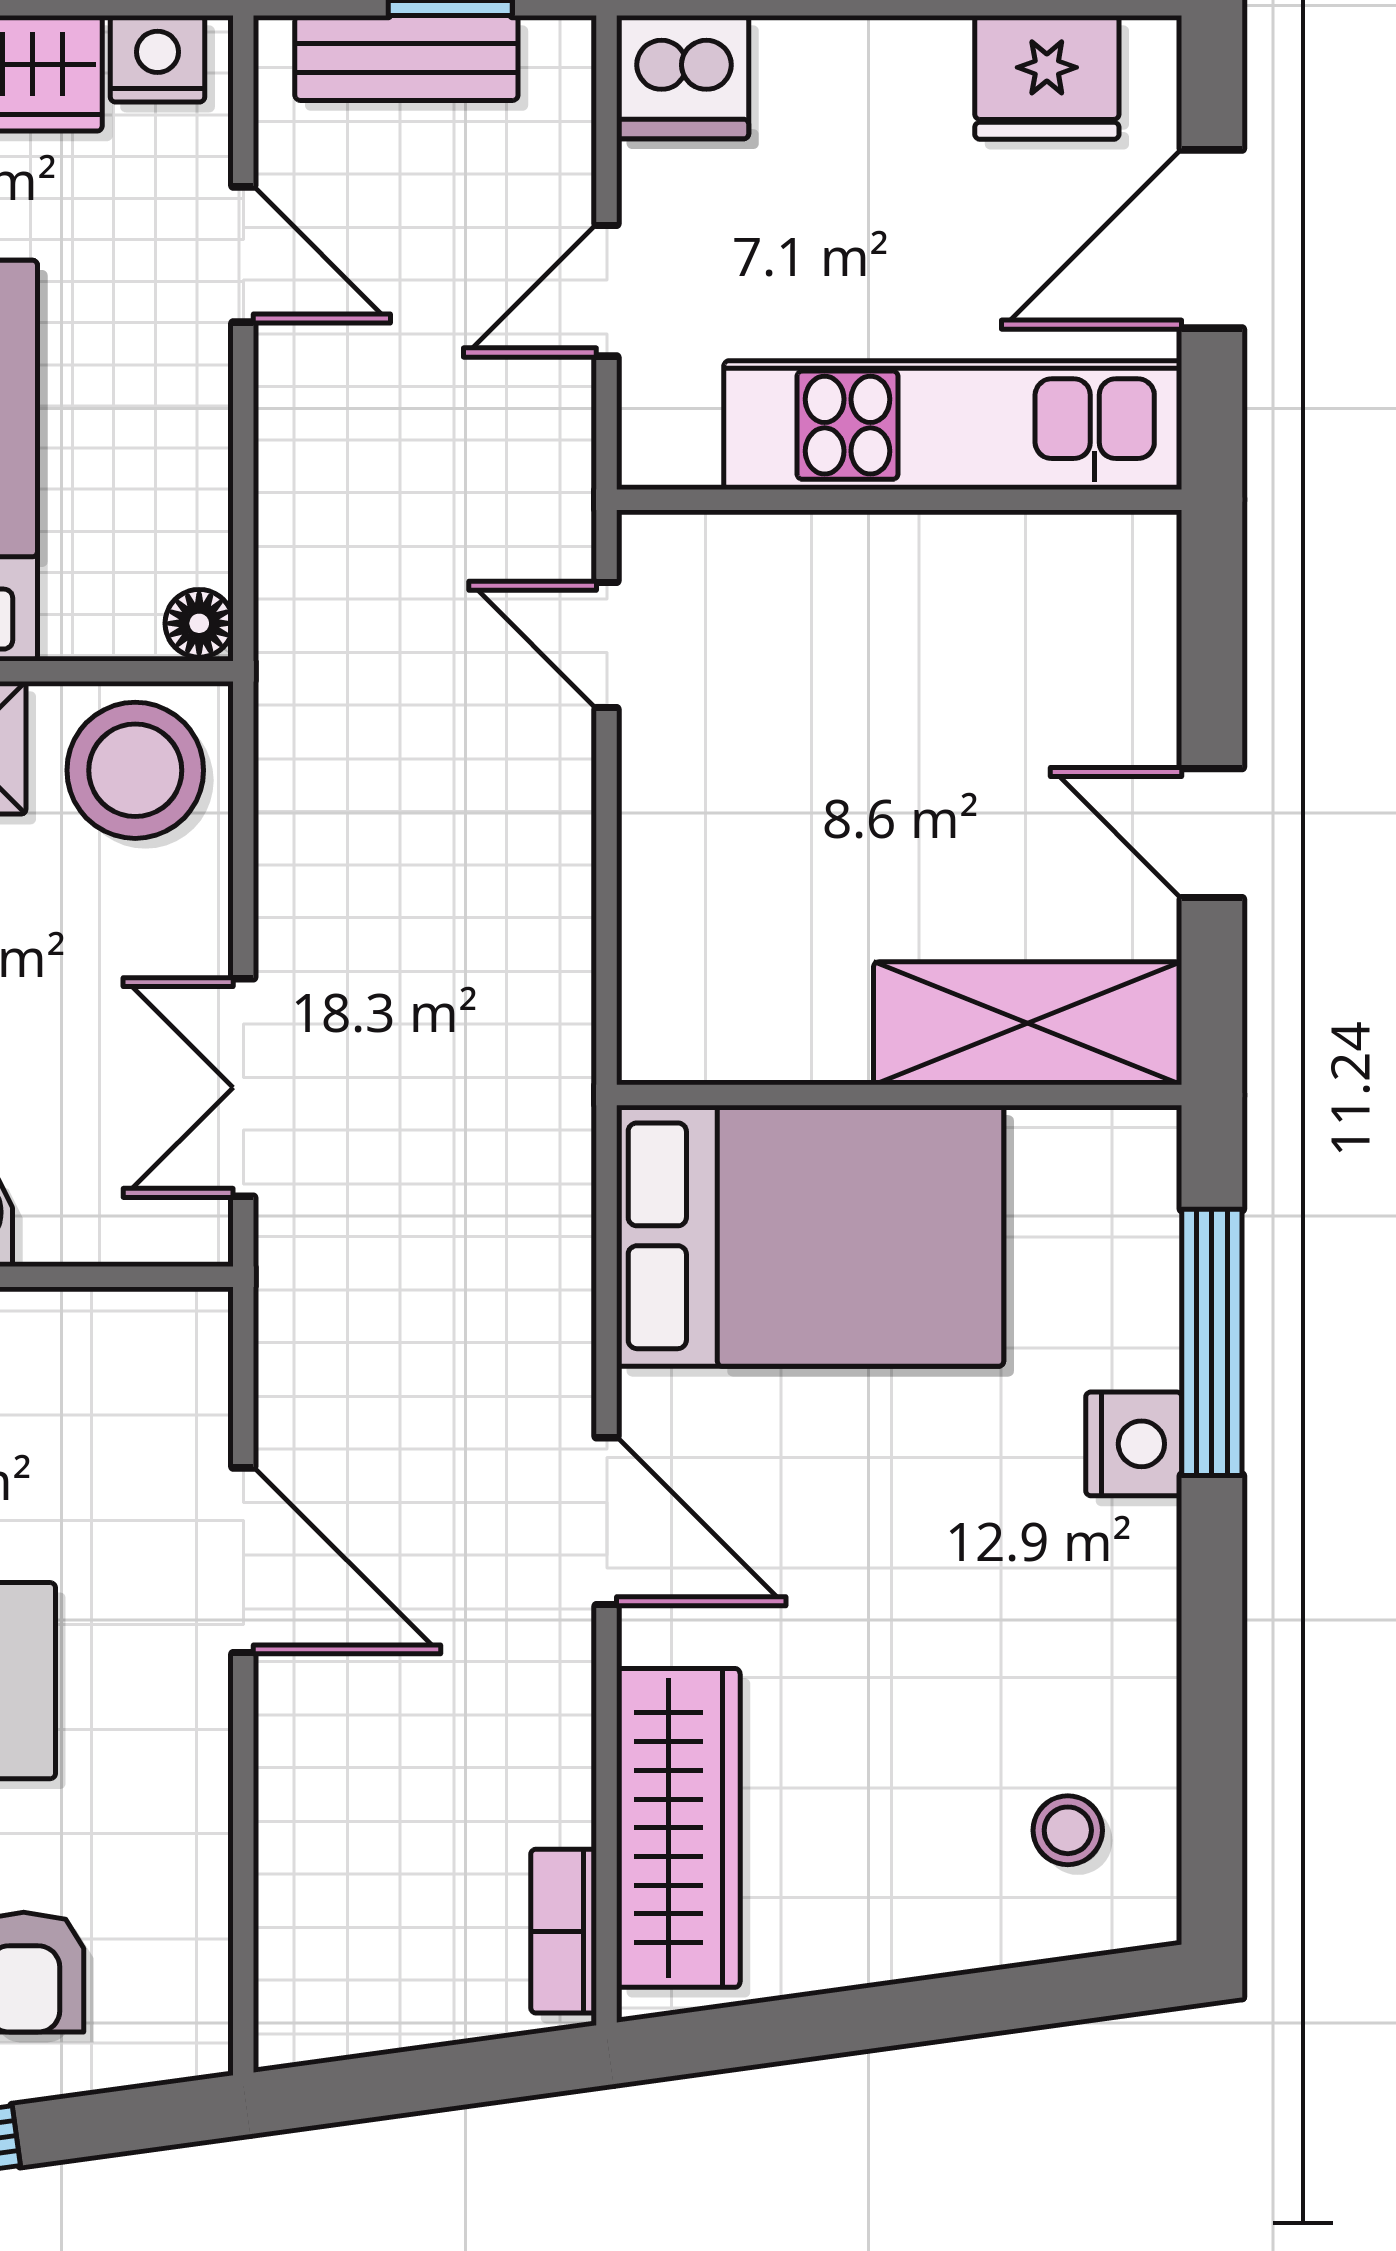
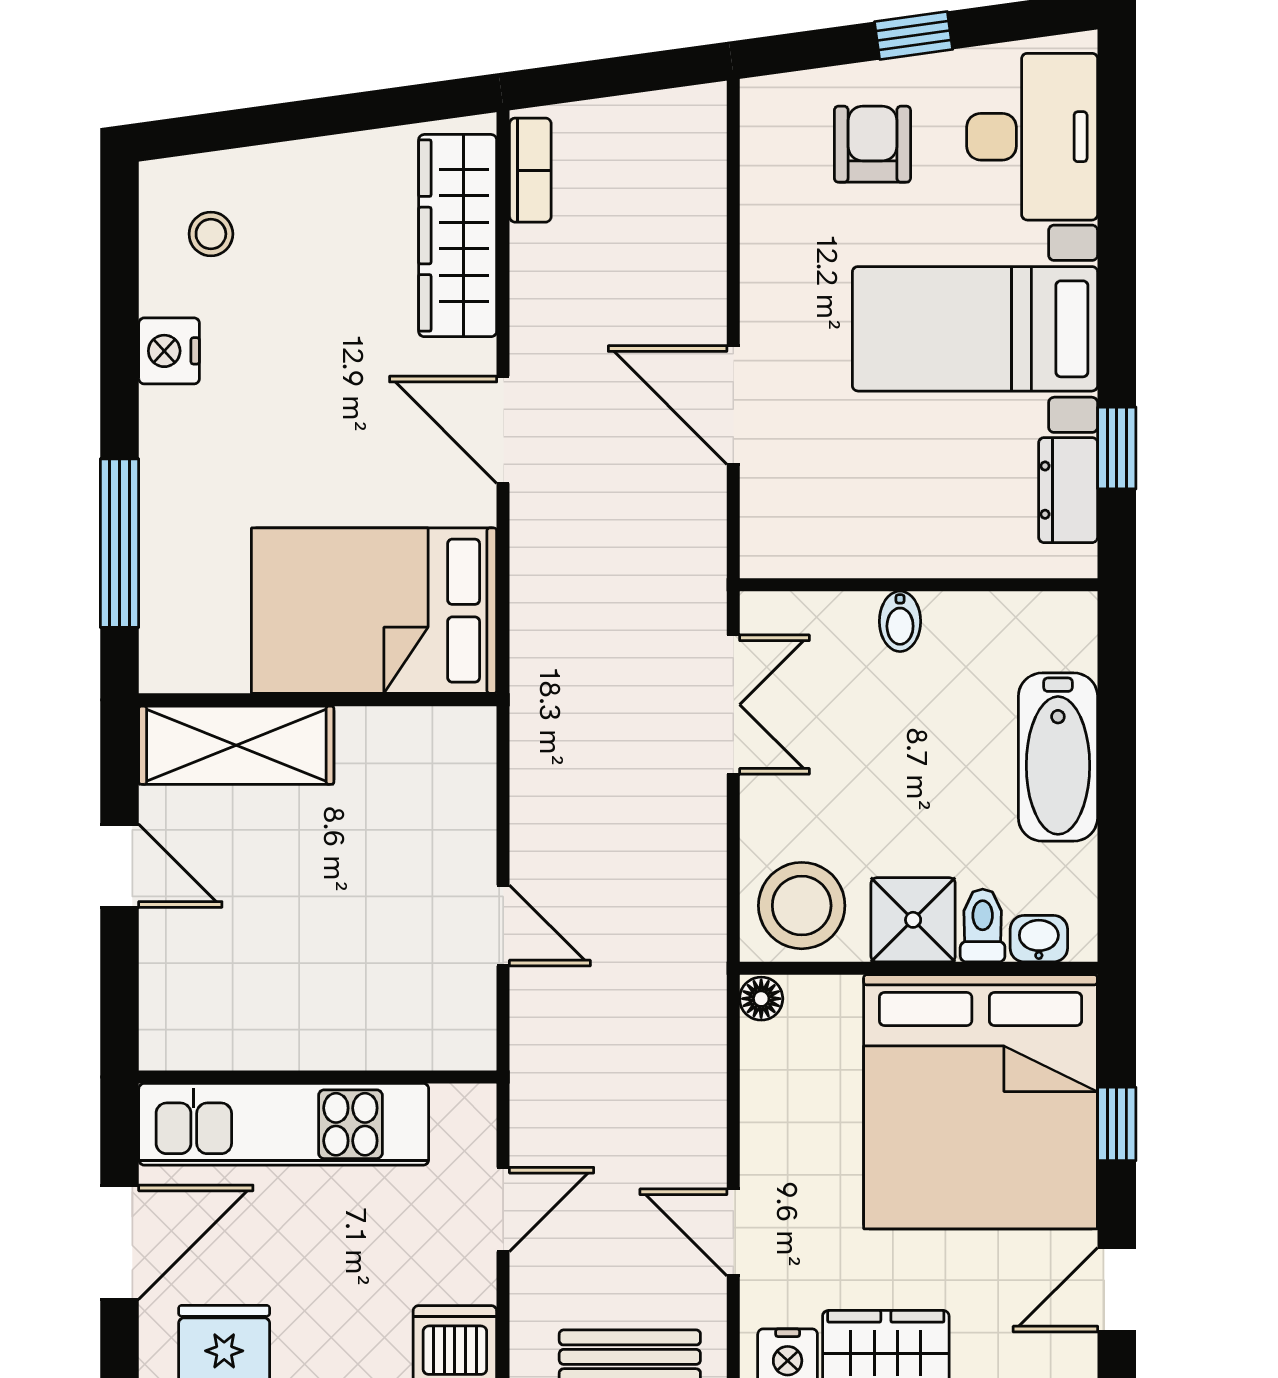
door: (607, 645) -> (503, 926), moved
nightstand: (1134, 1444) -> (169, 351), moved

